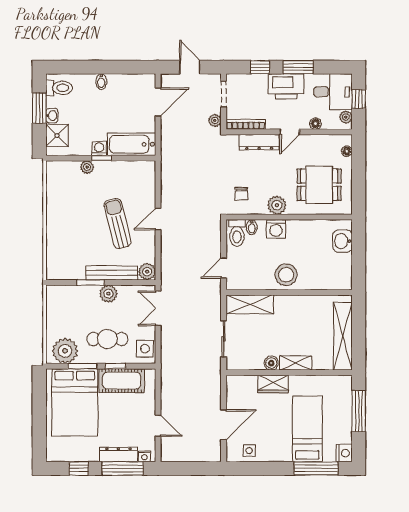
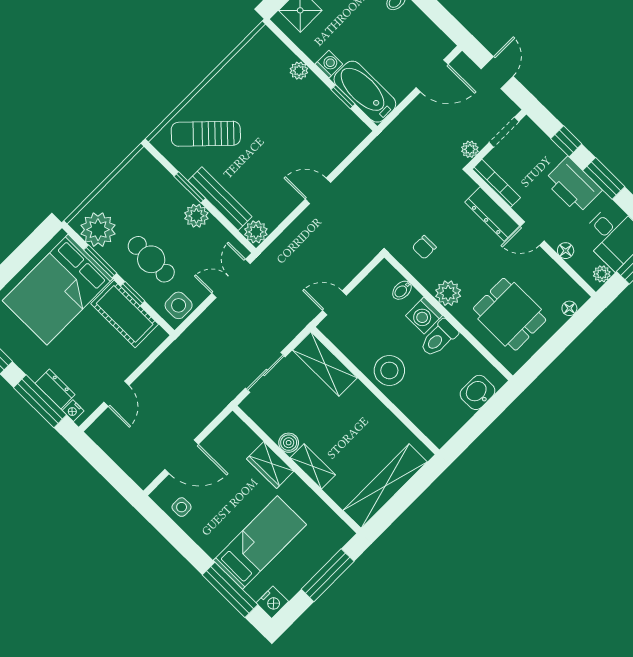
window: (102, 158) -> (343, 97), moved
sun lounger: (118, 224) -> (206, 134), moved, turned -122
toilet: (237, 233) -> (439, 338), moved
dresser: (118, 454) -> (55, 389), width x0.70

